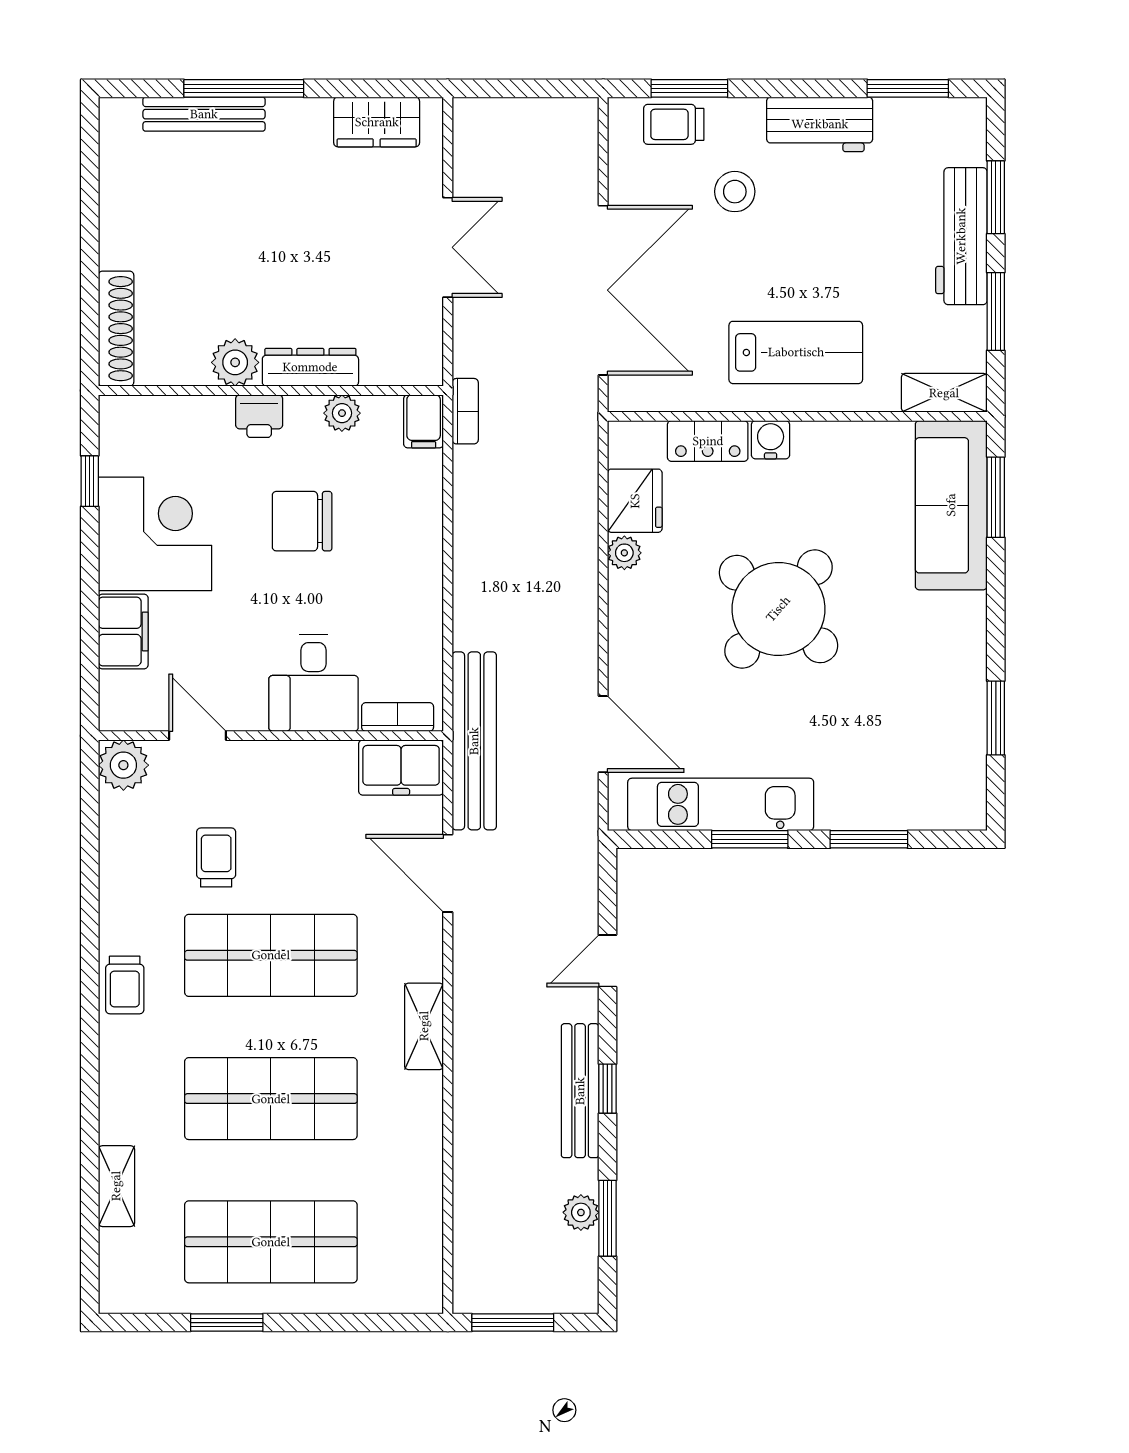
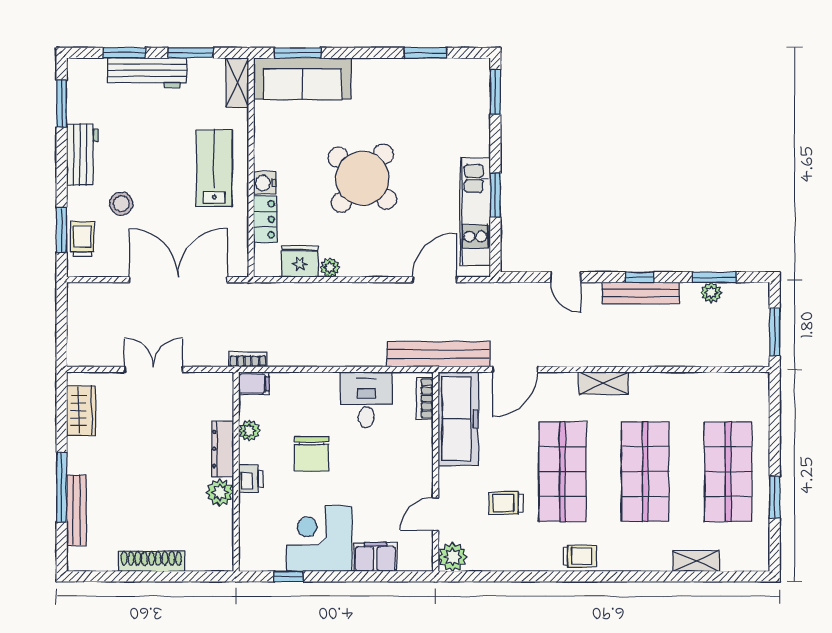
trolley: (674, 124) -> (82, 239), turned 180
shoe rack: (116, 329) -> (151, 561), moved
desk: (314, 683) -> (366, 400), moved, turned -90
freezer: (401, 768) -> (458, 419), width x1.91, depth x1.26
window: (869, 839) -> (495, 92), moved

